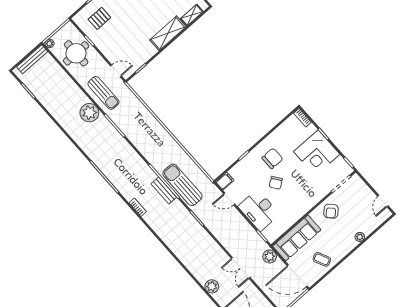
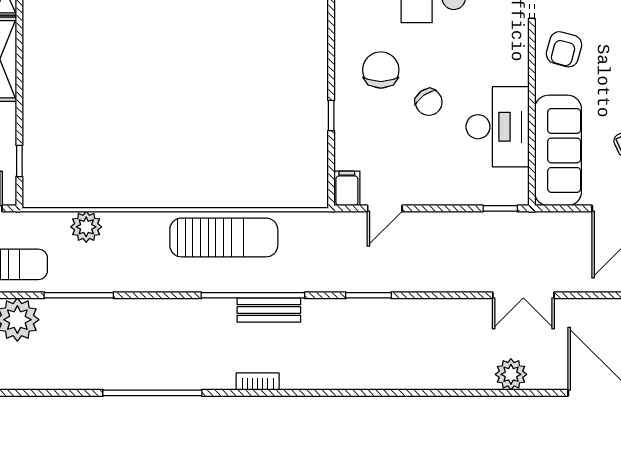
sun lounger: (182, 185) -> (224, 237), moved, turned 180
desk: (259, 210) -> (498, 127), moved, turned -90
armchair: (331, 211) -> (564, 49), turned 59
plant: (270, 256) -> (86, 227), moved

